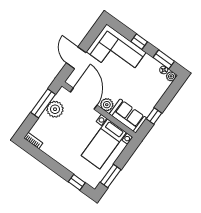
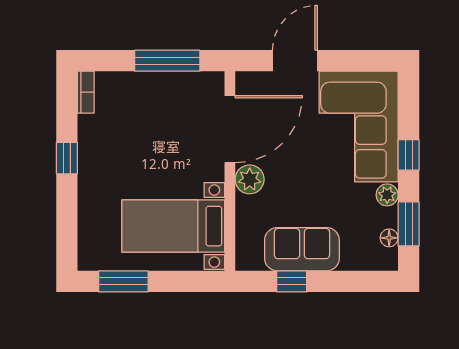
plant: (171, 76) -> (387, 195), moved
plant: (55, 109) -> (172, 90), removed
sofa: (128, 116) -> (302, 249), moved, turned -90
window: (77, 182) -> (67, 158), moved

